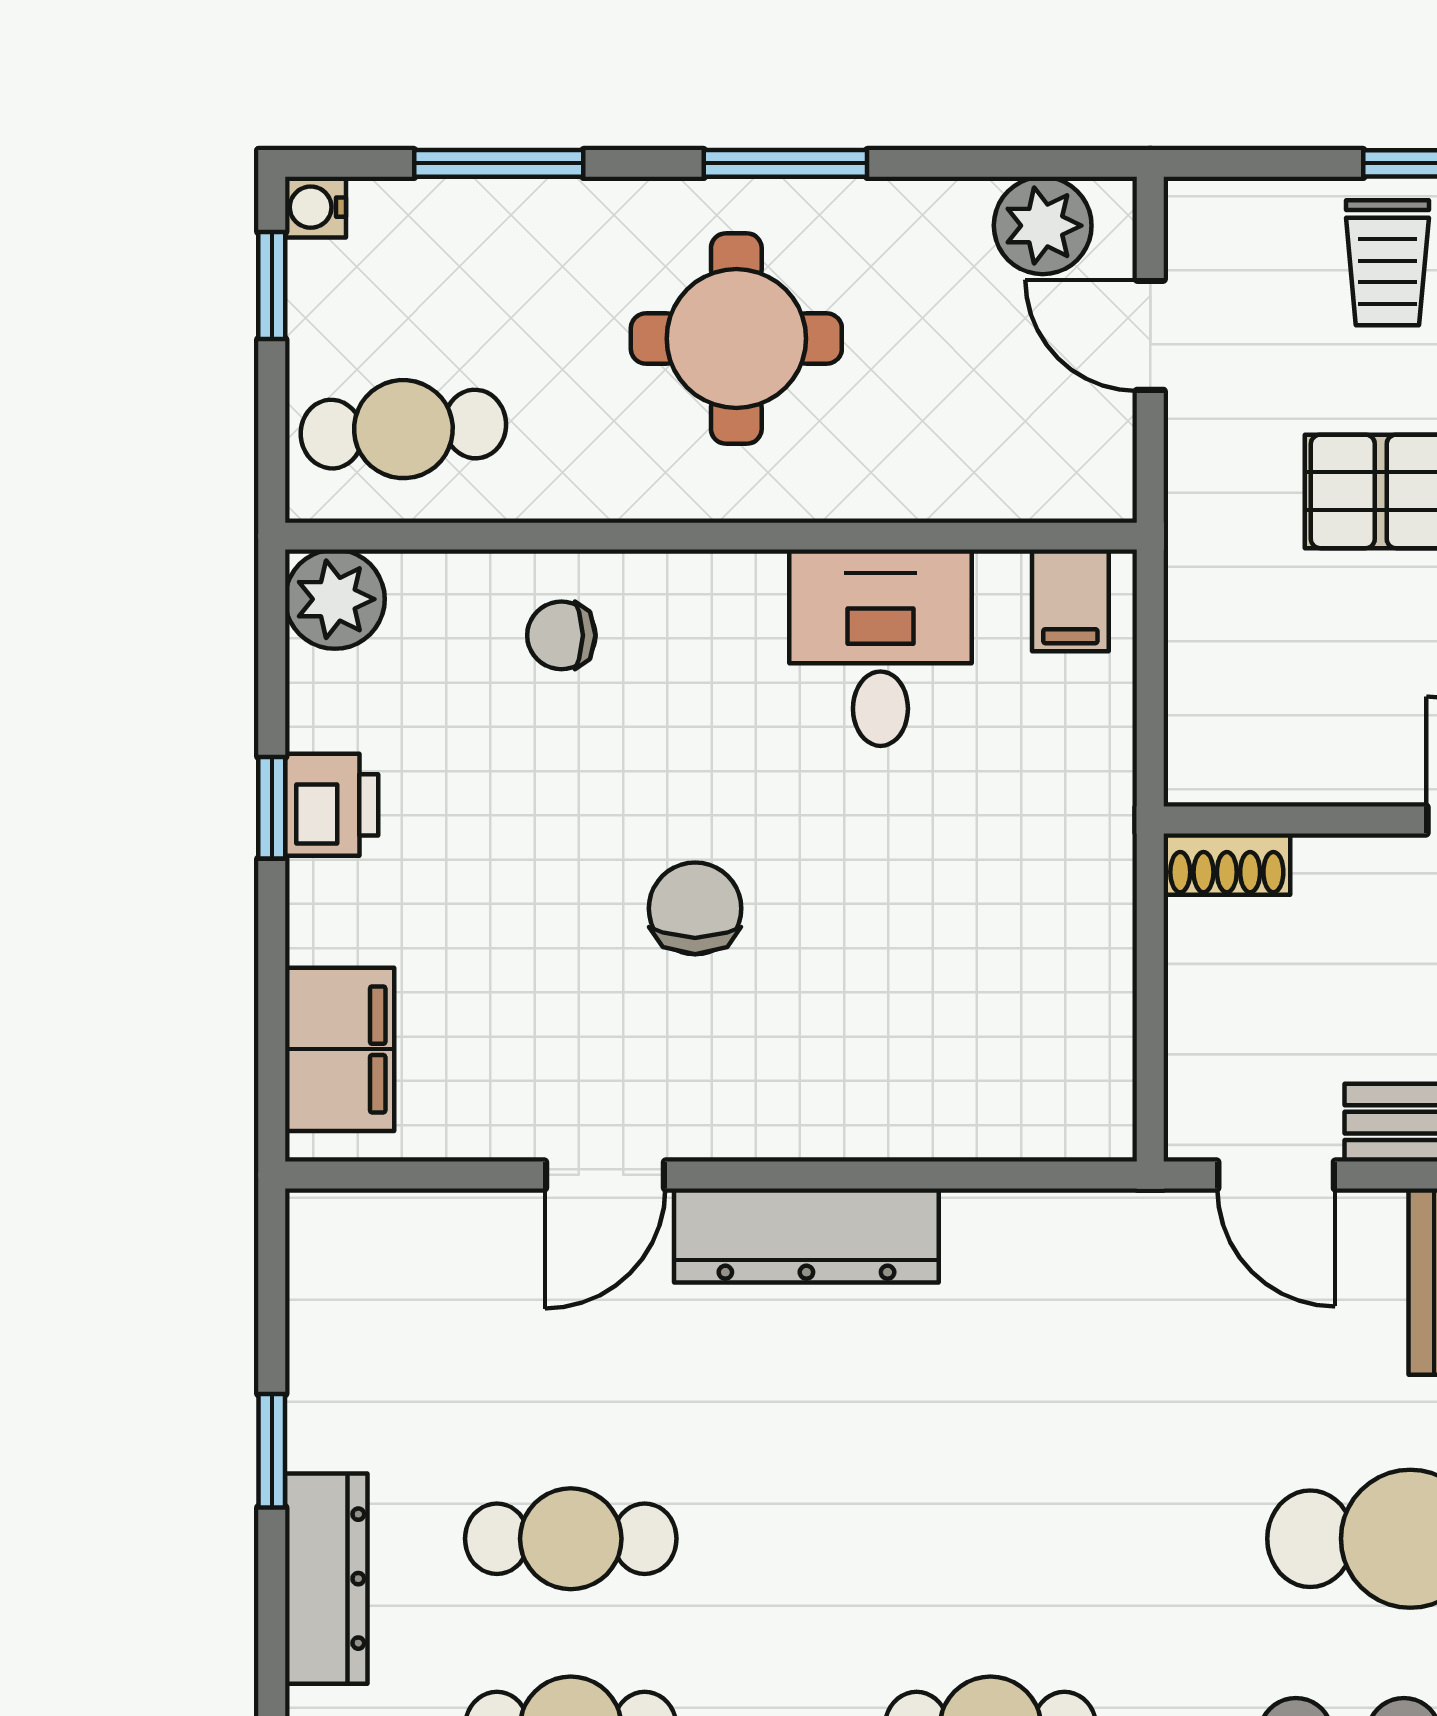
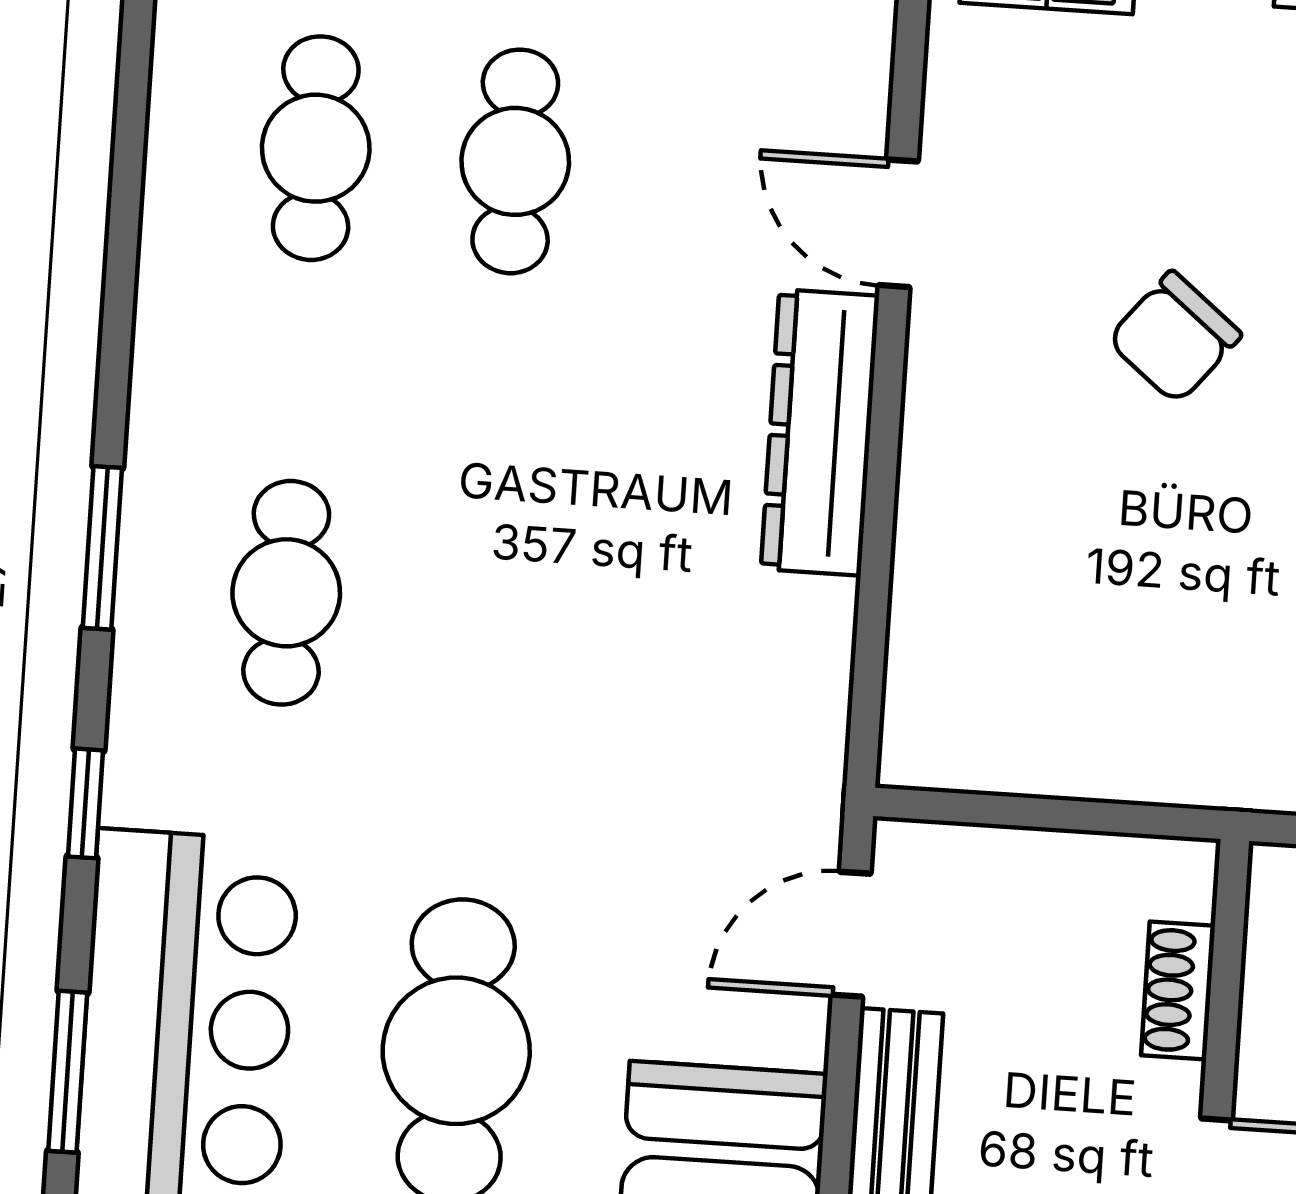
shoe rack: (1227, 864) -> (1178, 990), moved
chair: (695, 908) -> (1174, 337), turned 129

